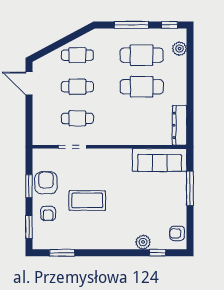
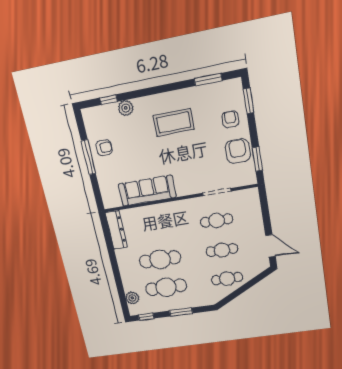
window: (131, 25) -> (181, 312), width x0.69
sofa: (160, 160) -> (147, 191), moved
armchair: (46, 183) -> (238, 151), turned 180
window: (29, 186) -> (257, 159), moved
window: (190, 188) -> (88, 157), moved
coffee table: (87, 200) -> (174, 123), moved
armchair: (177, 233) -> (104, 148), moved

